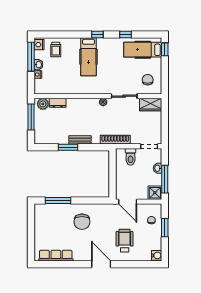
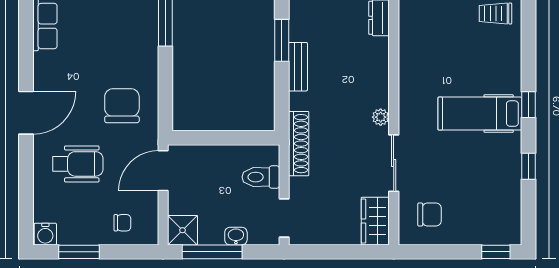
hospital bed: (143, 50) -> (495, 204), removed
hospital bed: (89, 57) -> (480, 114), moved
chair: (82, 222) -> (122, 106), moved, turned 90
window: (165, 228) -> (79, 252), moved

